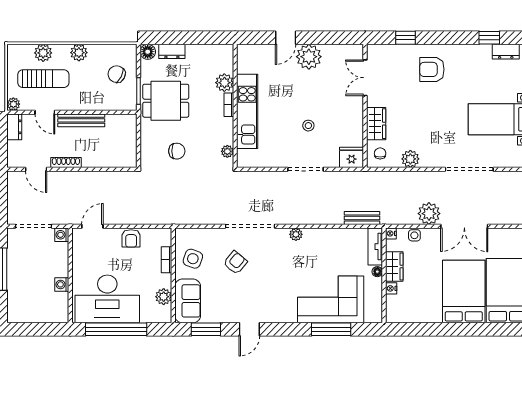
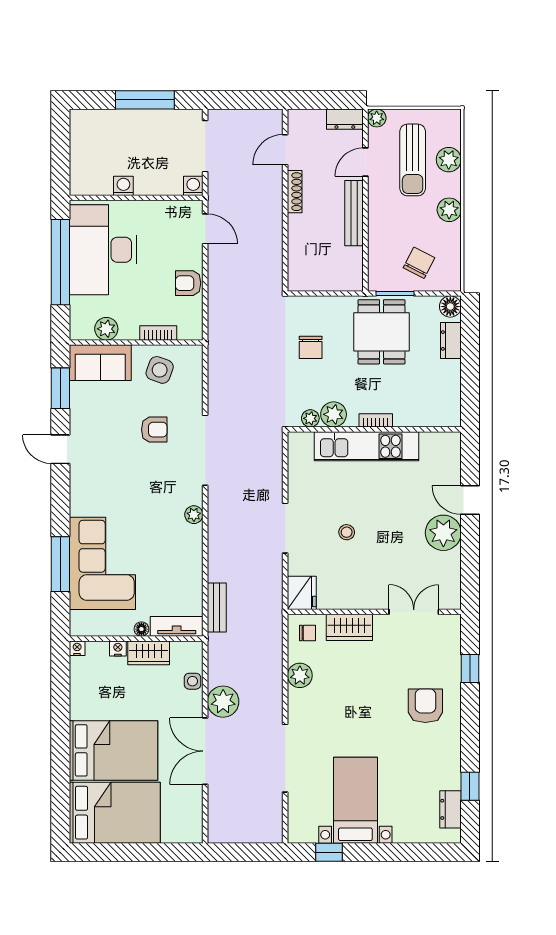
plant: (224, 83) -> (334, 414), moved
nightstand: (391, 233) -> (77, 648), moved
armchair: (235, 263) -> (154, 430), turned -40

